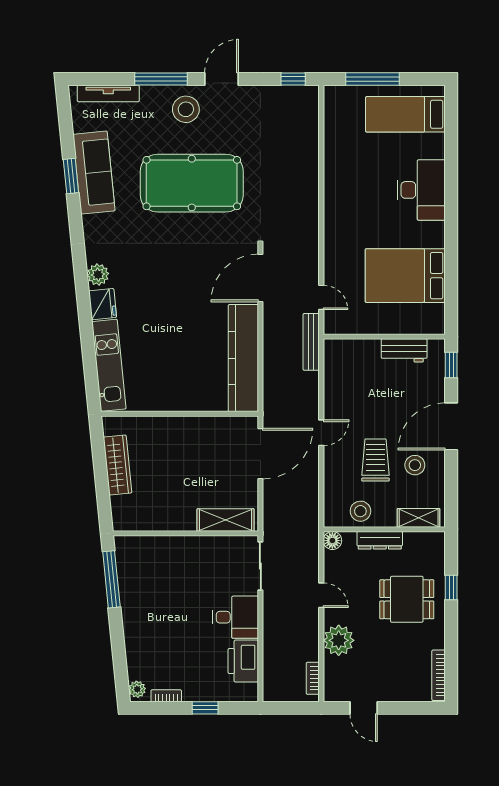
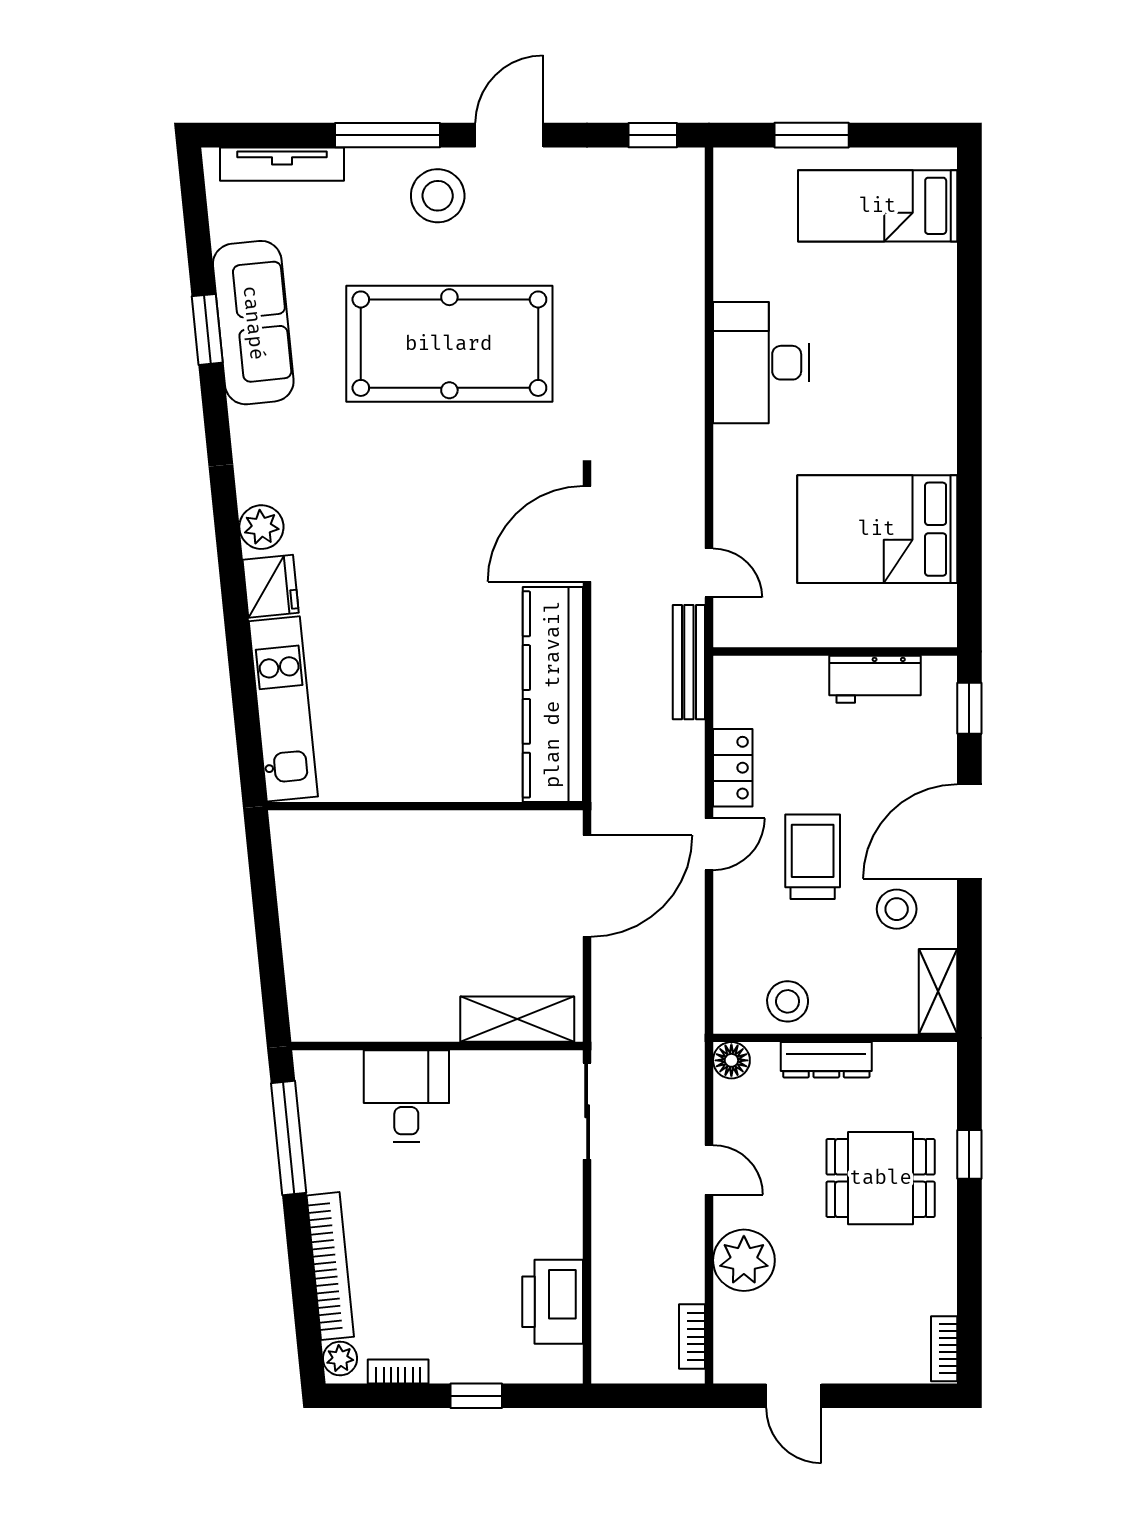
window: (372, 79) -> (812, 135), width x0.69
desk: (421, 190) -> (761, 363), moved, turned 180
locker: (333, 395) -> (733, 768), added
trolley: (375, 460) -> (813, 857), moved
wardrobe: (118, 465) -> (301, 909), removed
shelving: (419, 518) -> (938, 991), moved, turned 90
desk: (236, 617) -> (406, 1096), moved, turned -90
bookcase: (132, 643) -> (330, 1266), added
bookcase: (438, 675) -> (944, 1349), width x0.64

